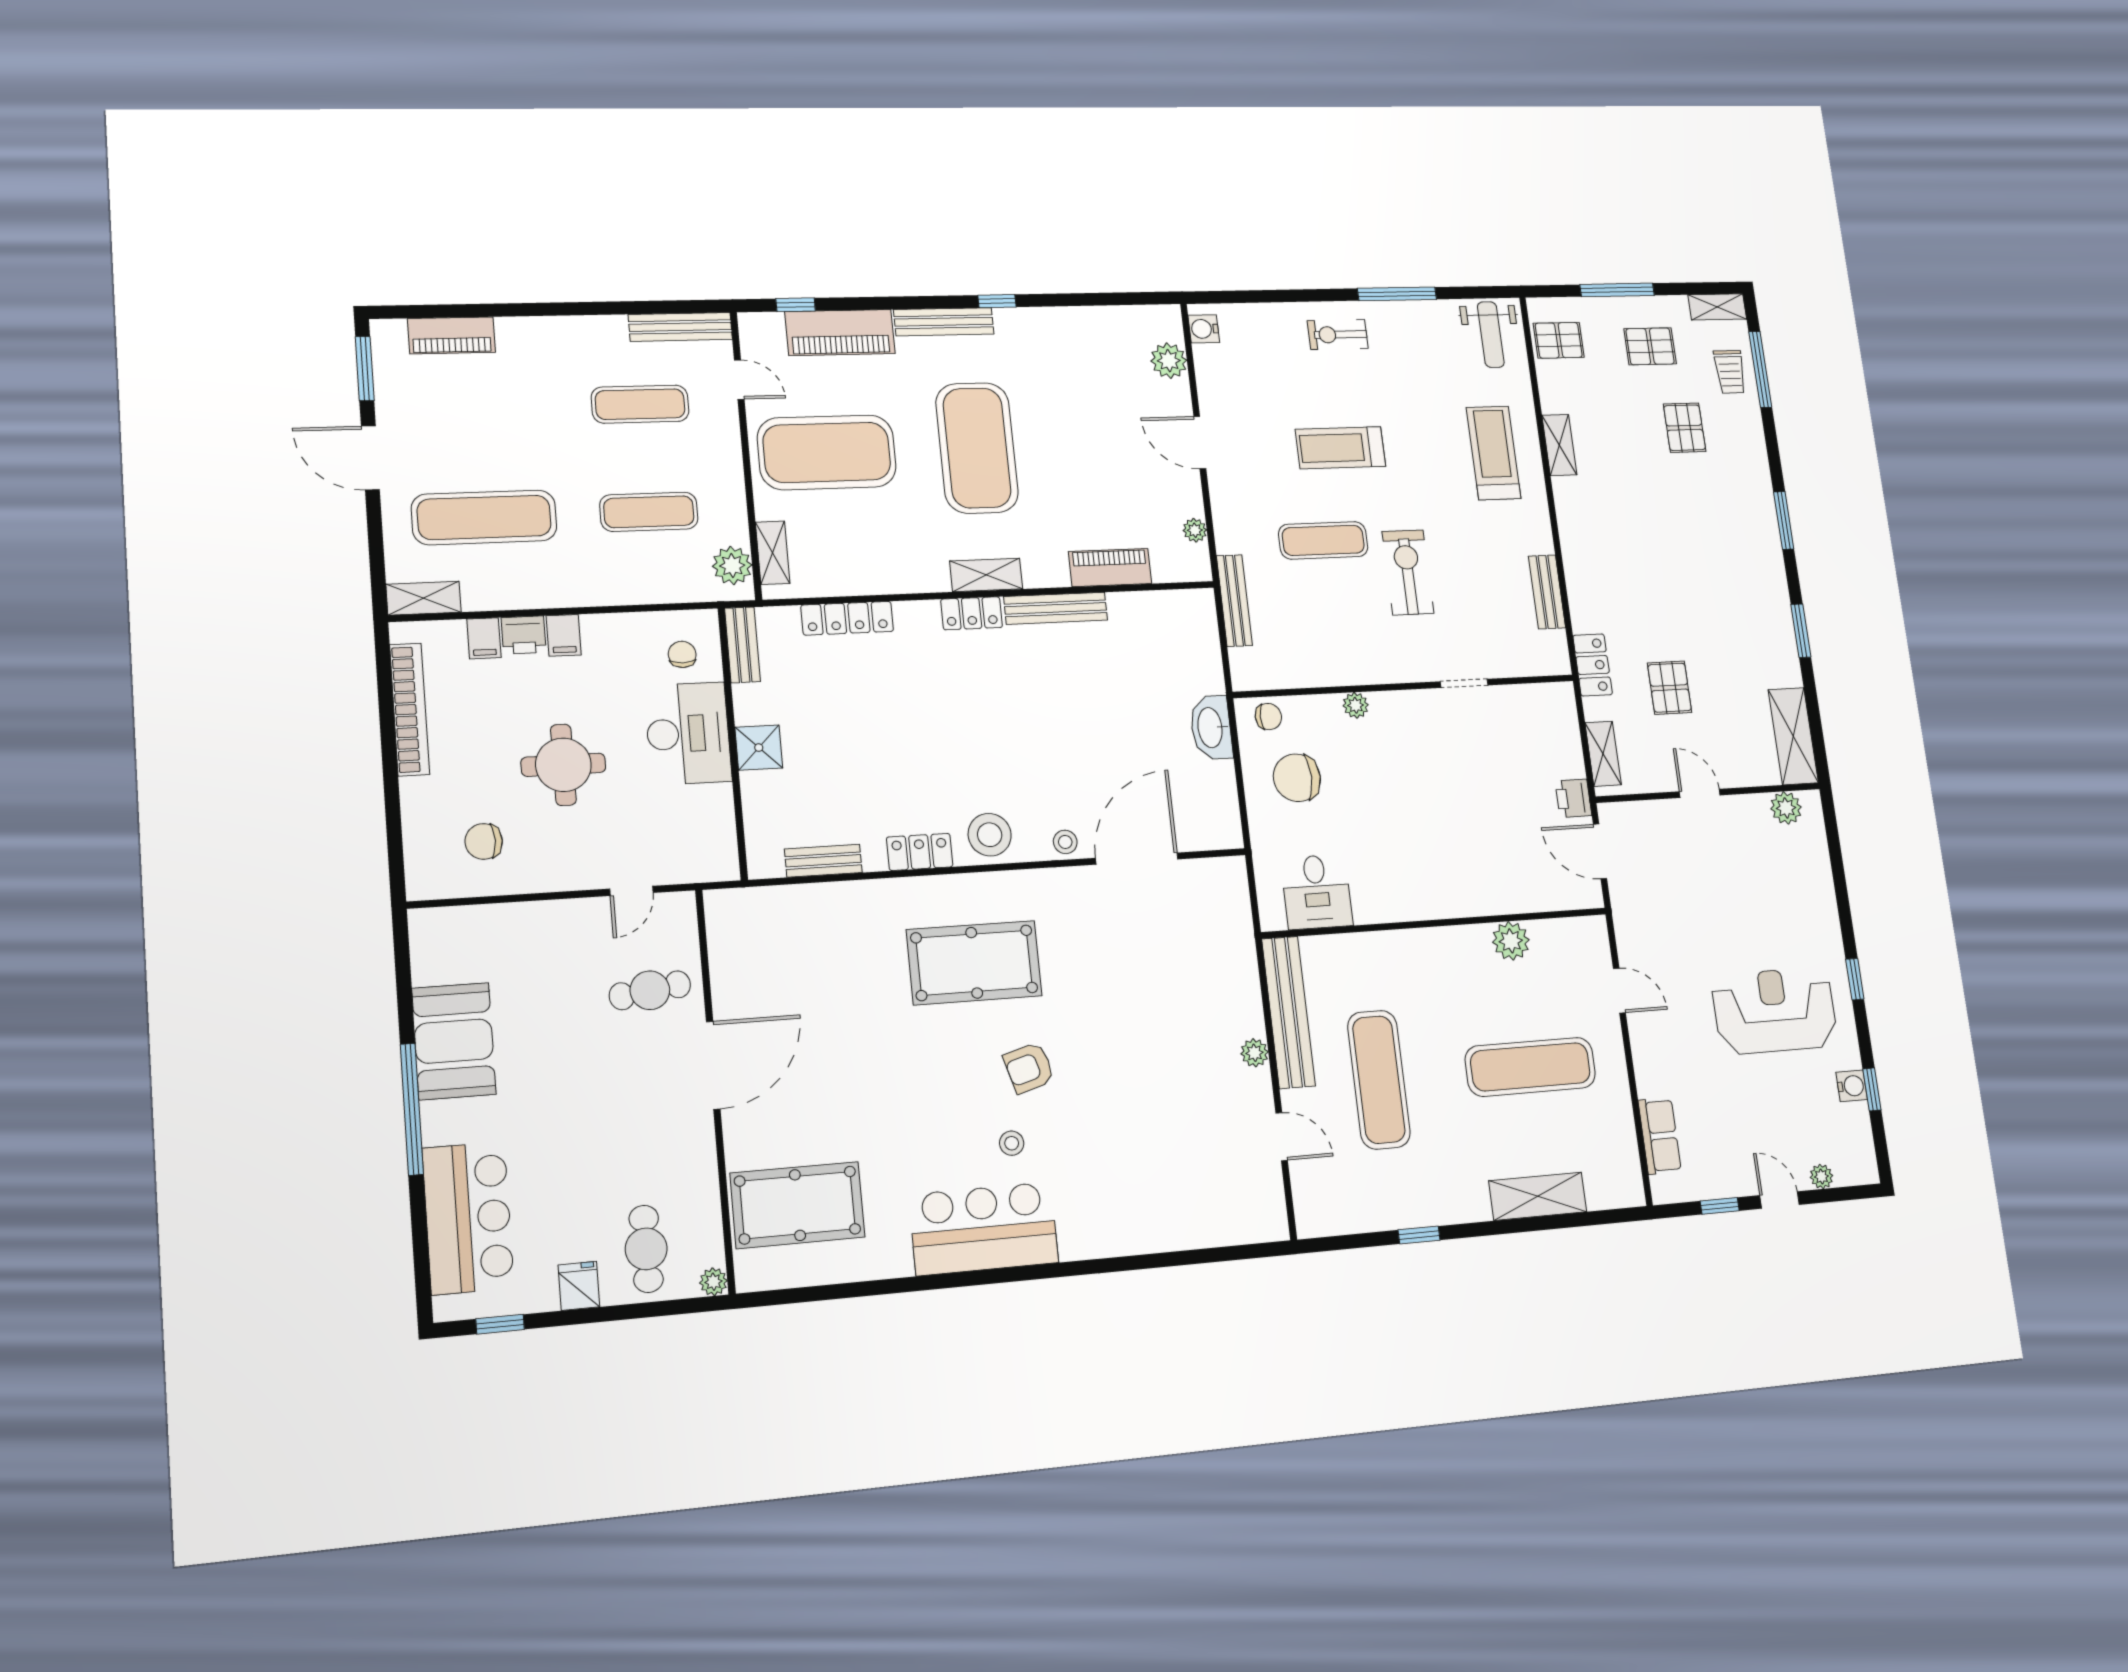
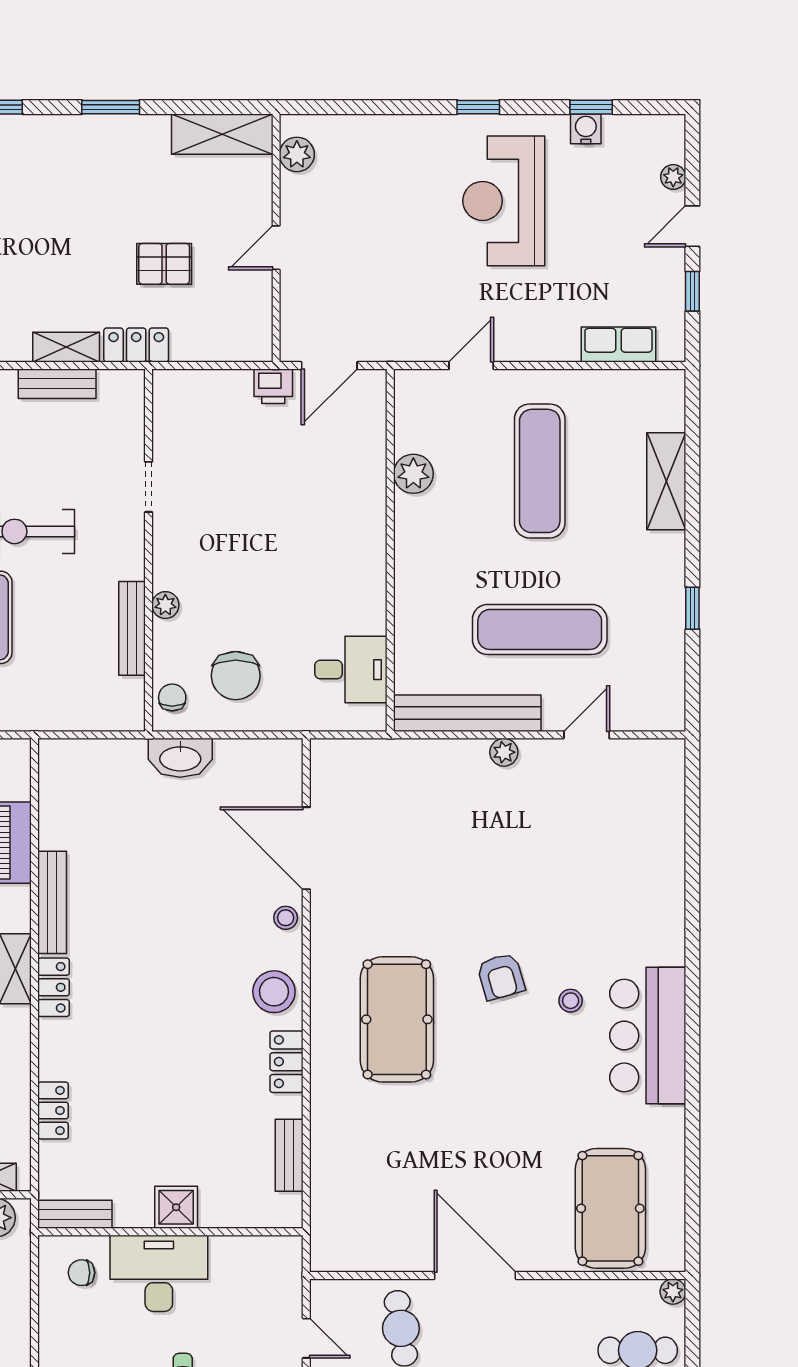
bench: (1234, 601) -> (132, 628), moved, turned 90
locker: (847, 618) -> (53, 1111), width x0.66
shelving: (1603, 754) -> (66, 347), moved

